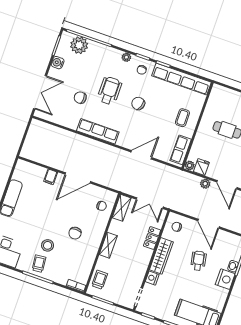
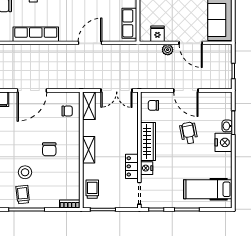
plant: (190, 165) -> (145, 36), removed
locker: (152, 238) -> (132, 166), moved

